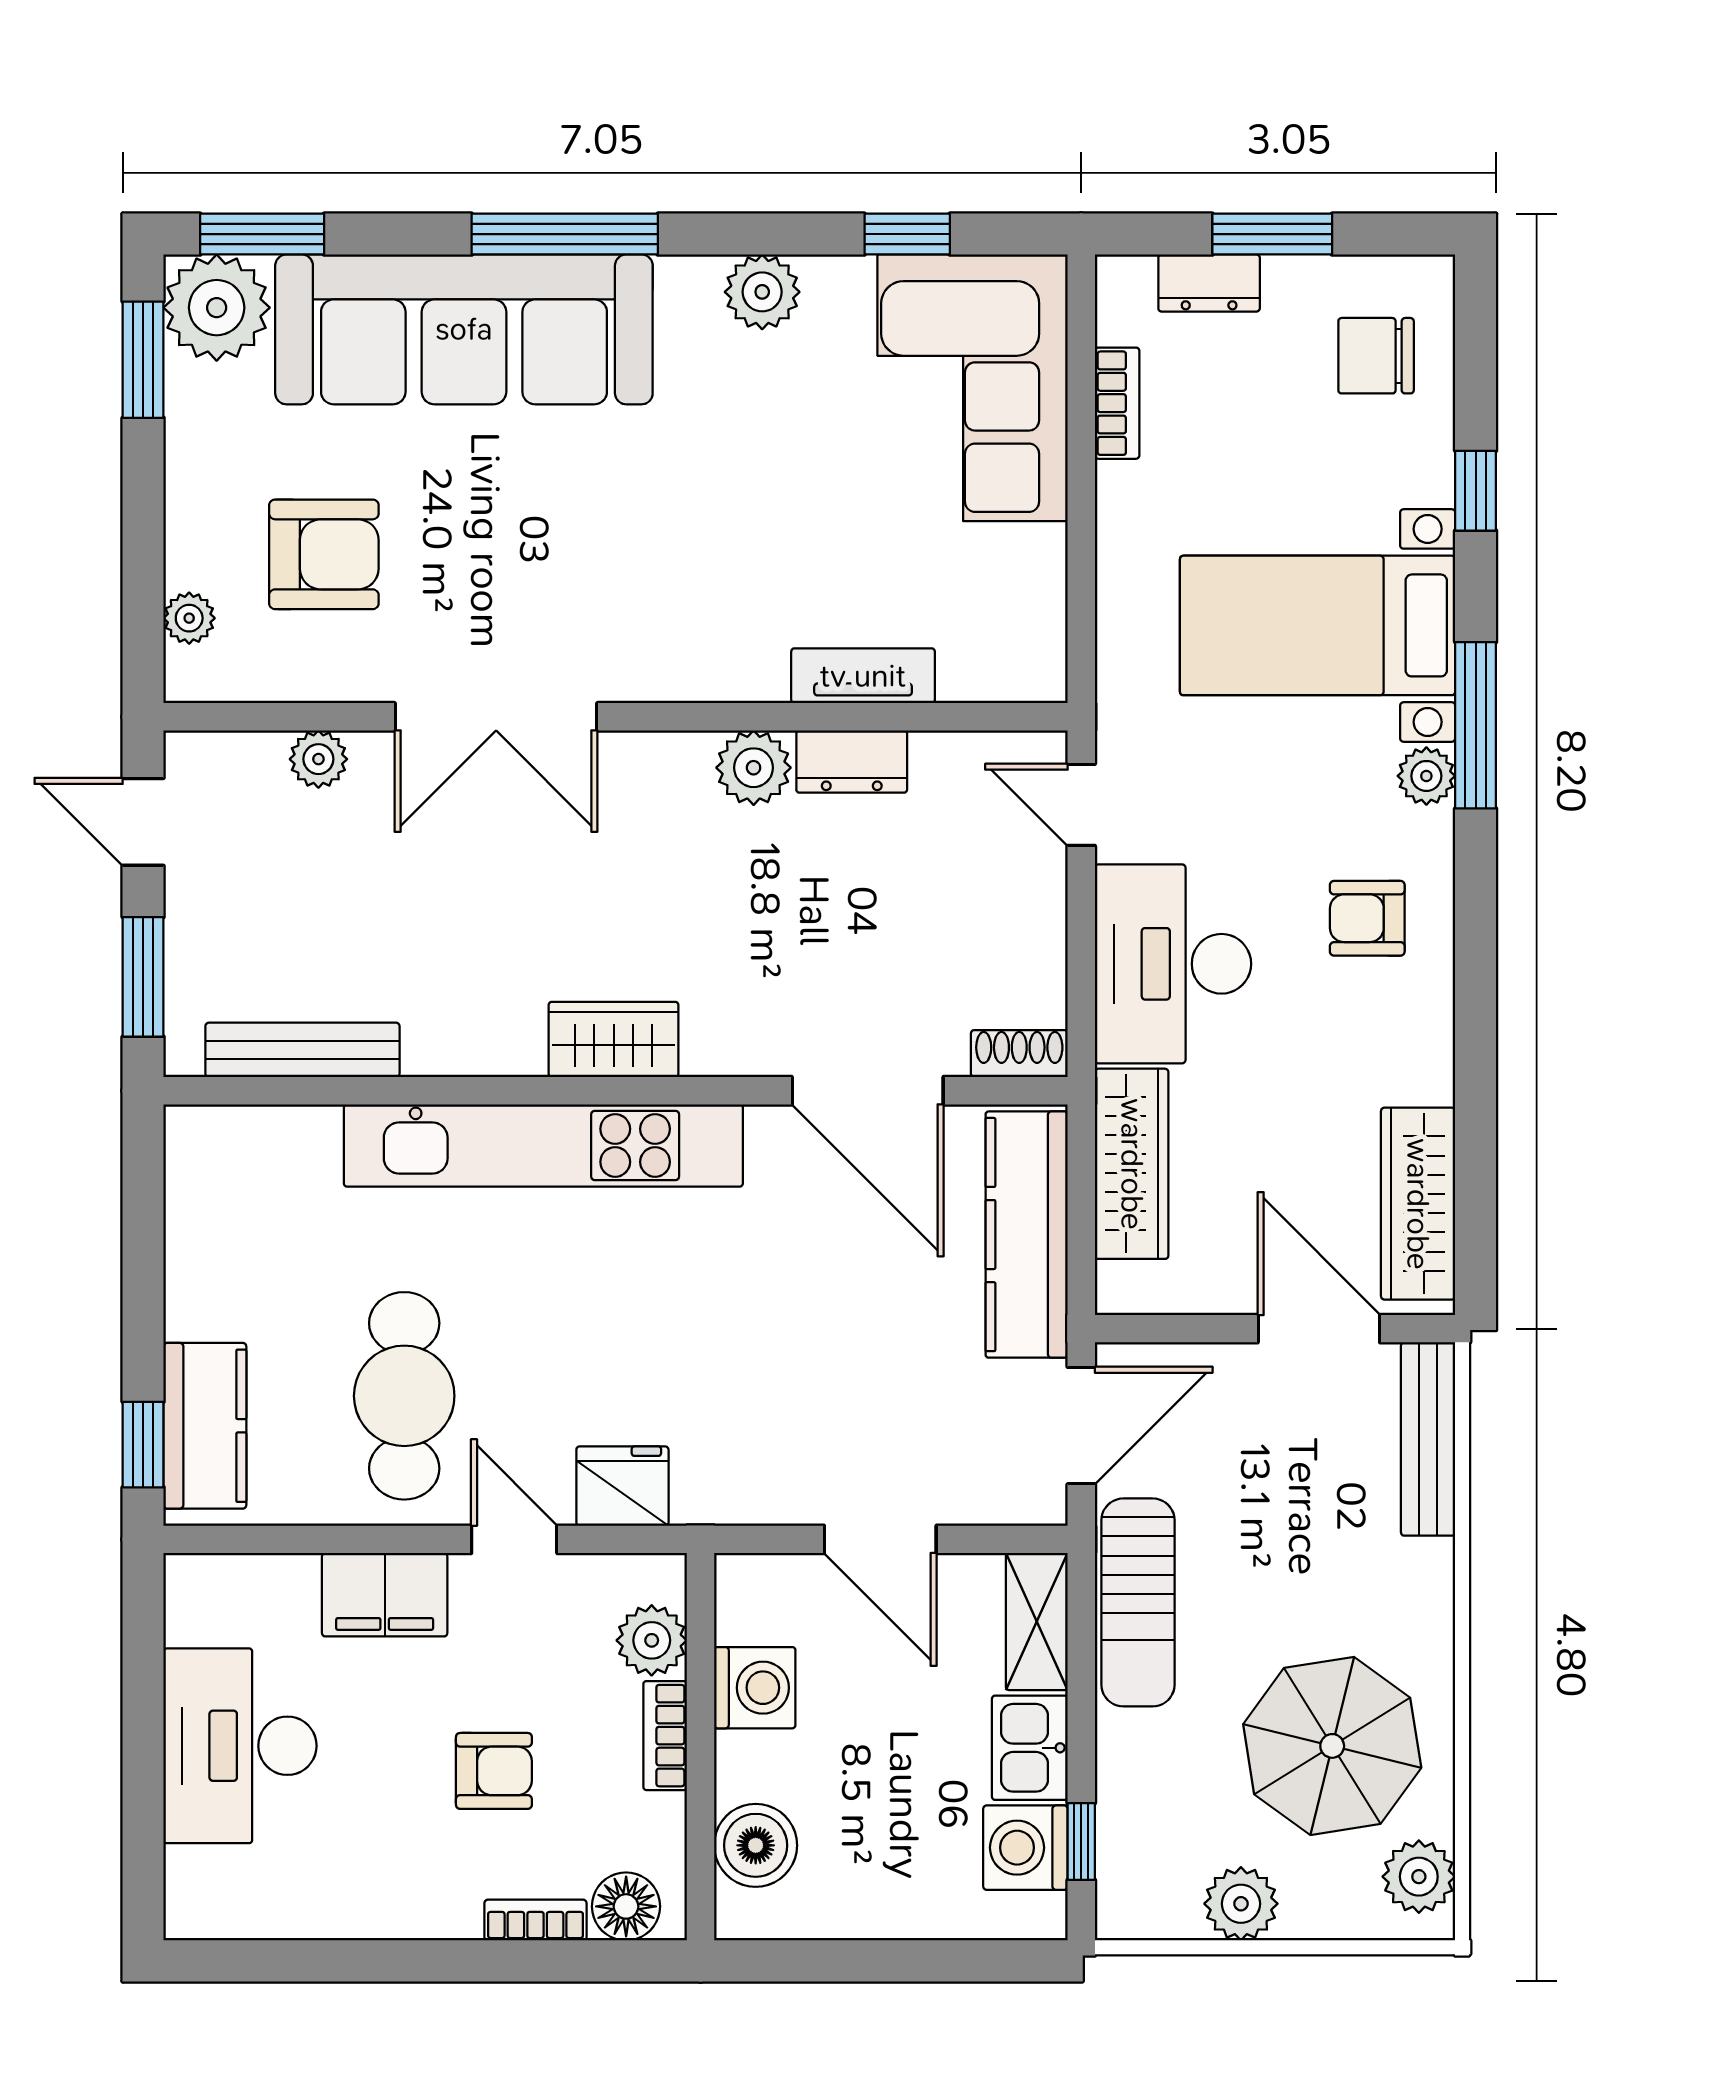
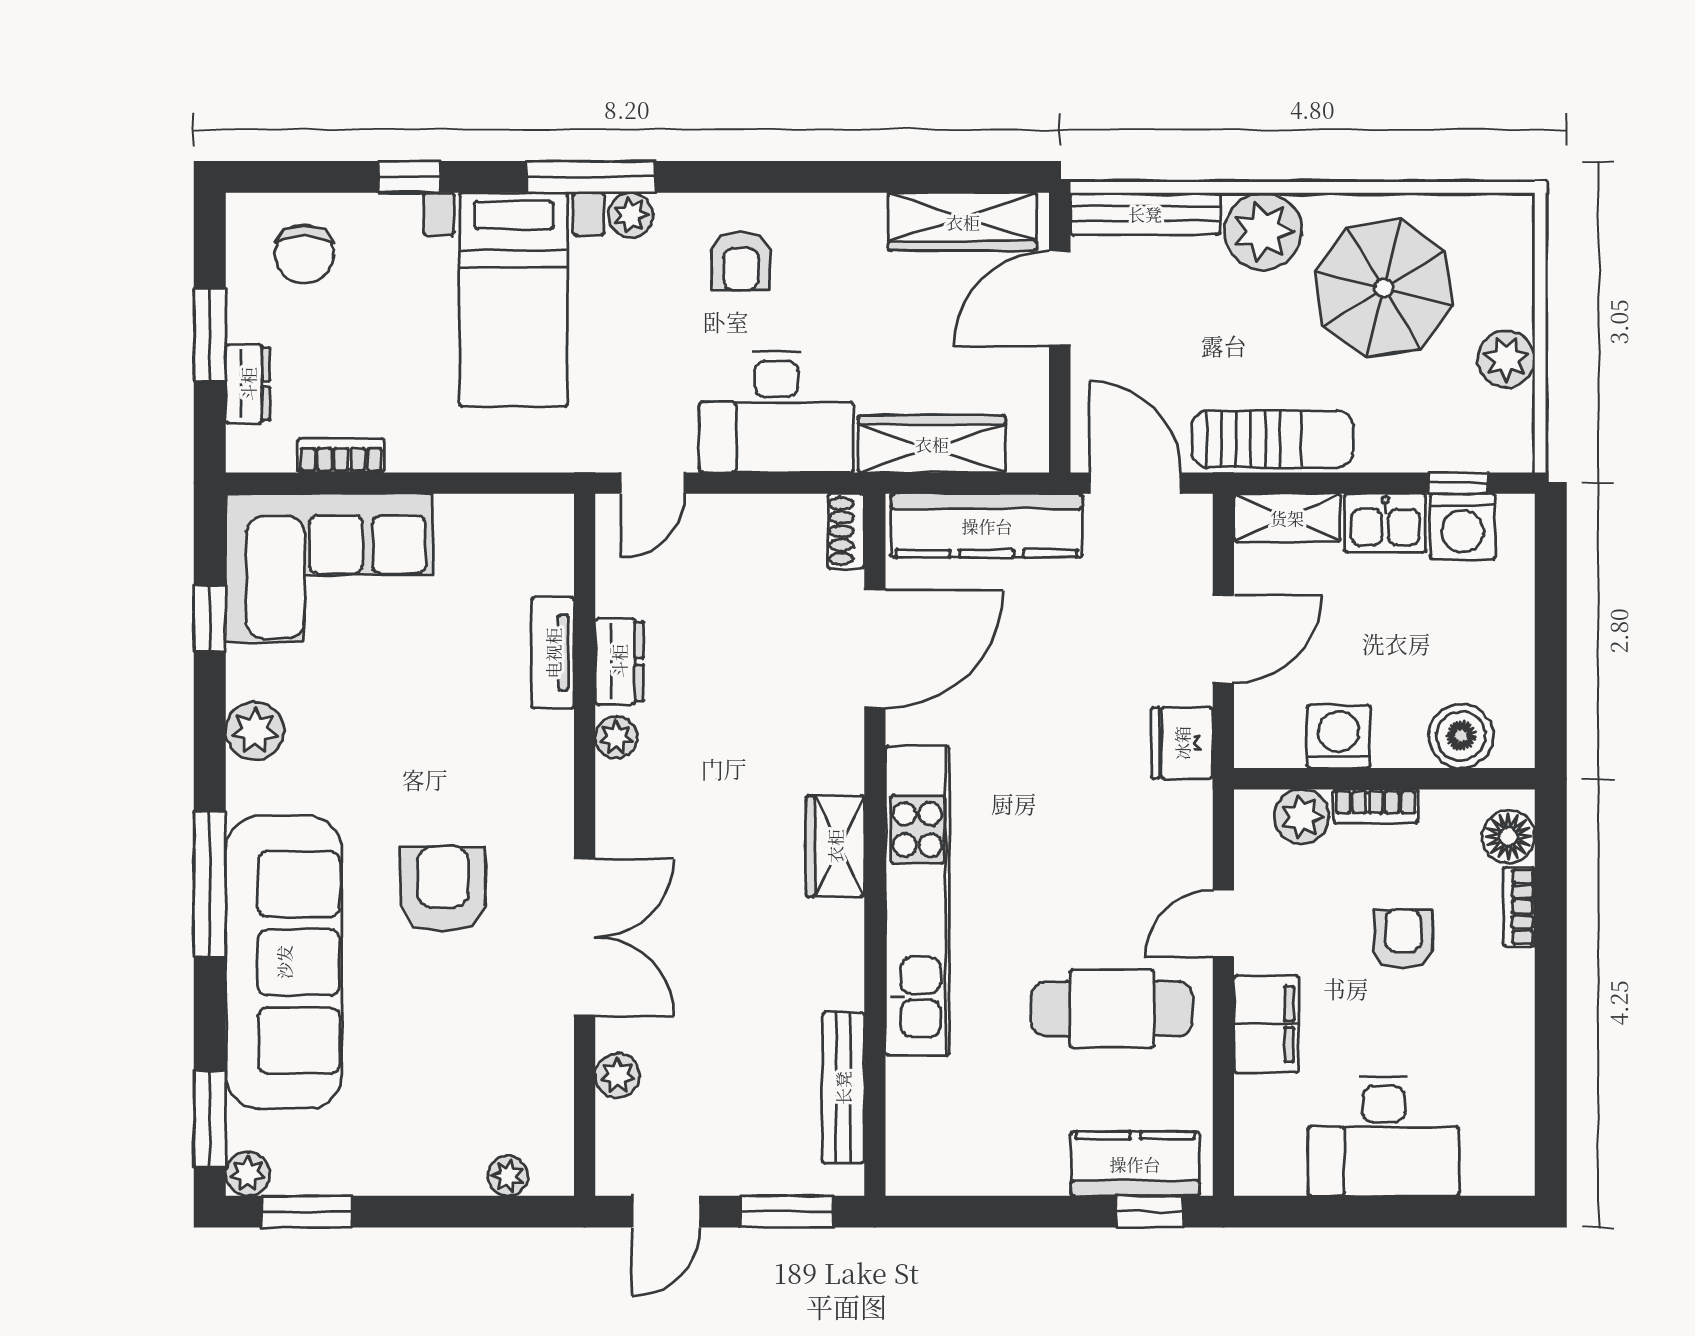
plant: (217, 308) -> (248, 1174), width x0.53, depth x0.53
armchair: (324, 554) -> (443, 889), moved
plant: (754, 768) -> (616, 738), width x0.73, depth x0.73
fridge: (622, 1486) -> (1182, 743), moved
plant: (1419, 1877) -> (1263, 231), moved, width x1.36, depth x1.36

